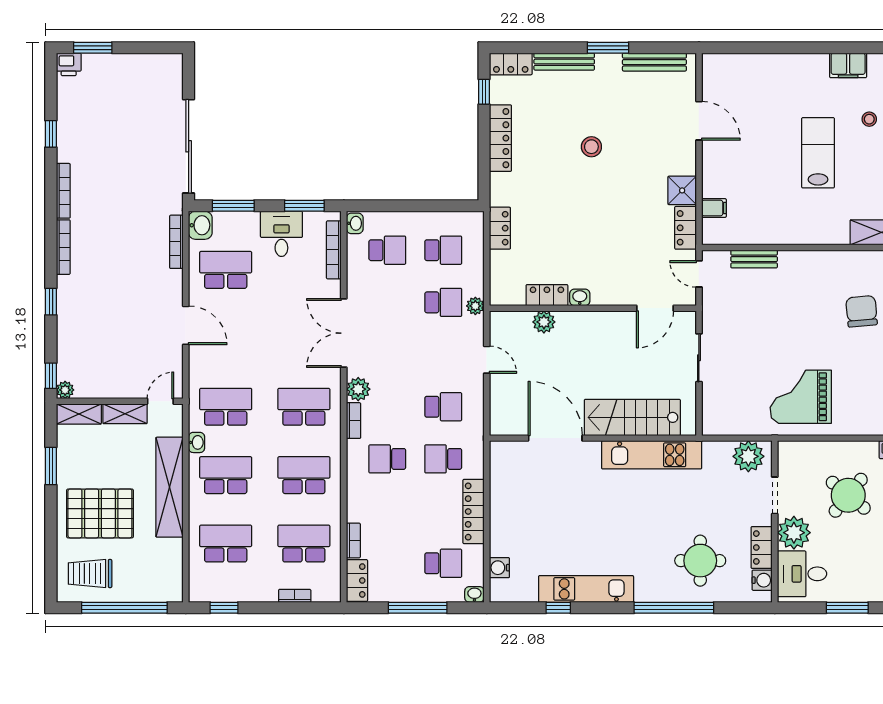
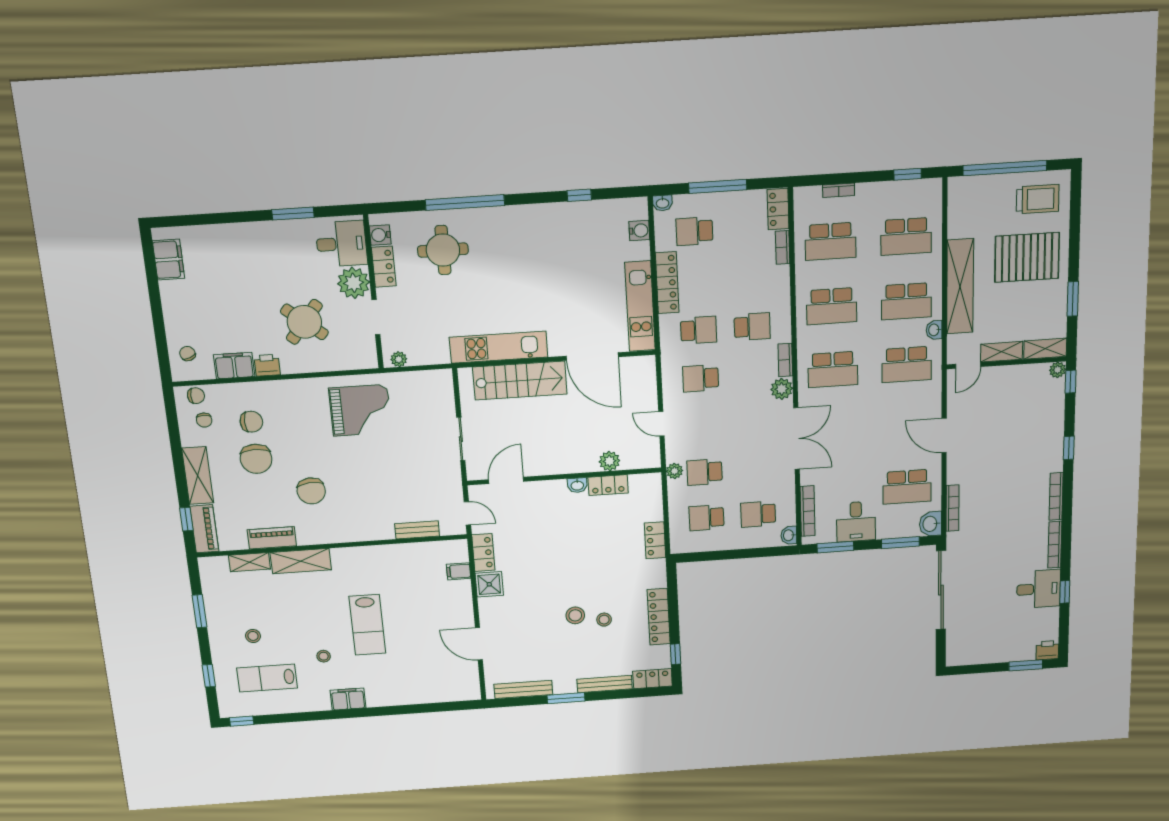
stool: (560, 139) -> (604, 620), added
desk: (80, 140) -> (1039, 589), added
plant: (748, 456) -> (399, 359), width x0.53, depth x0.53
kitchen unit: (586, 589) -> (640, 306), moved, turned 90

